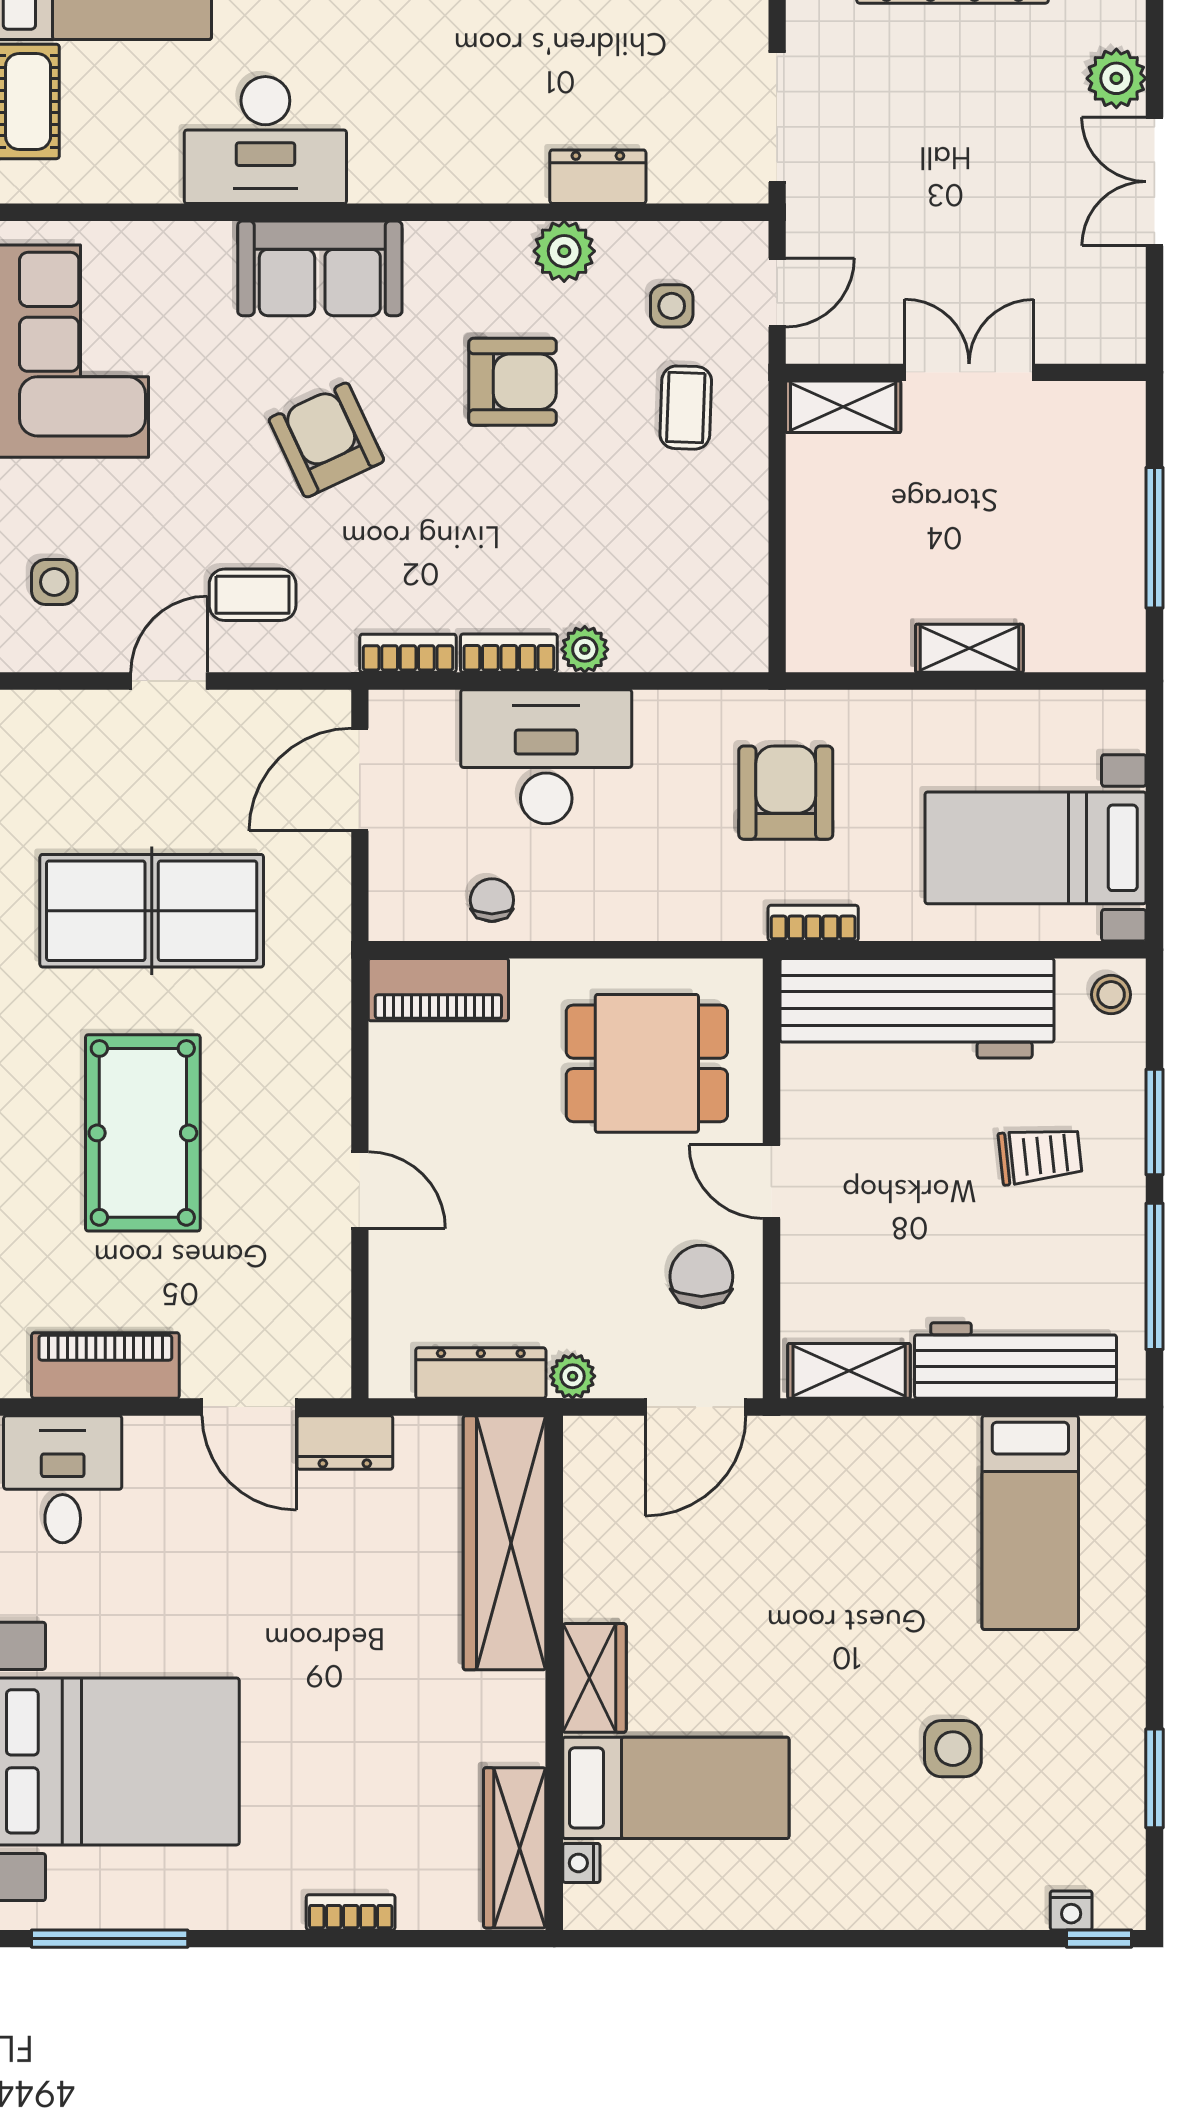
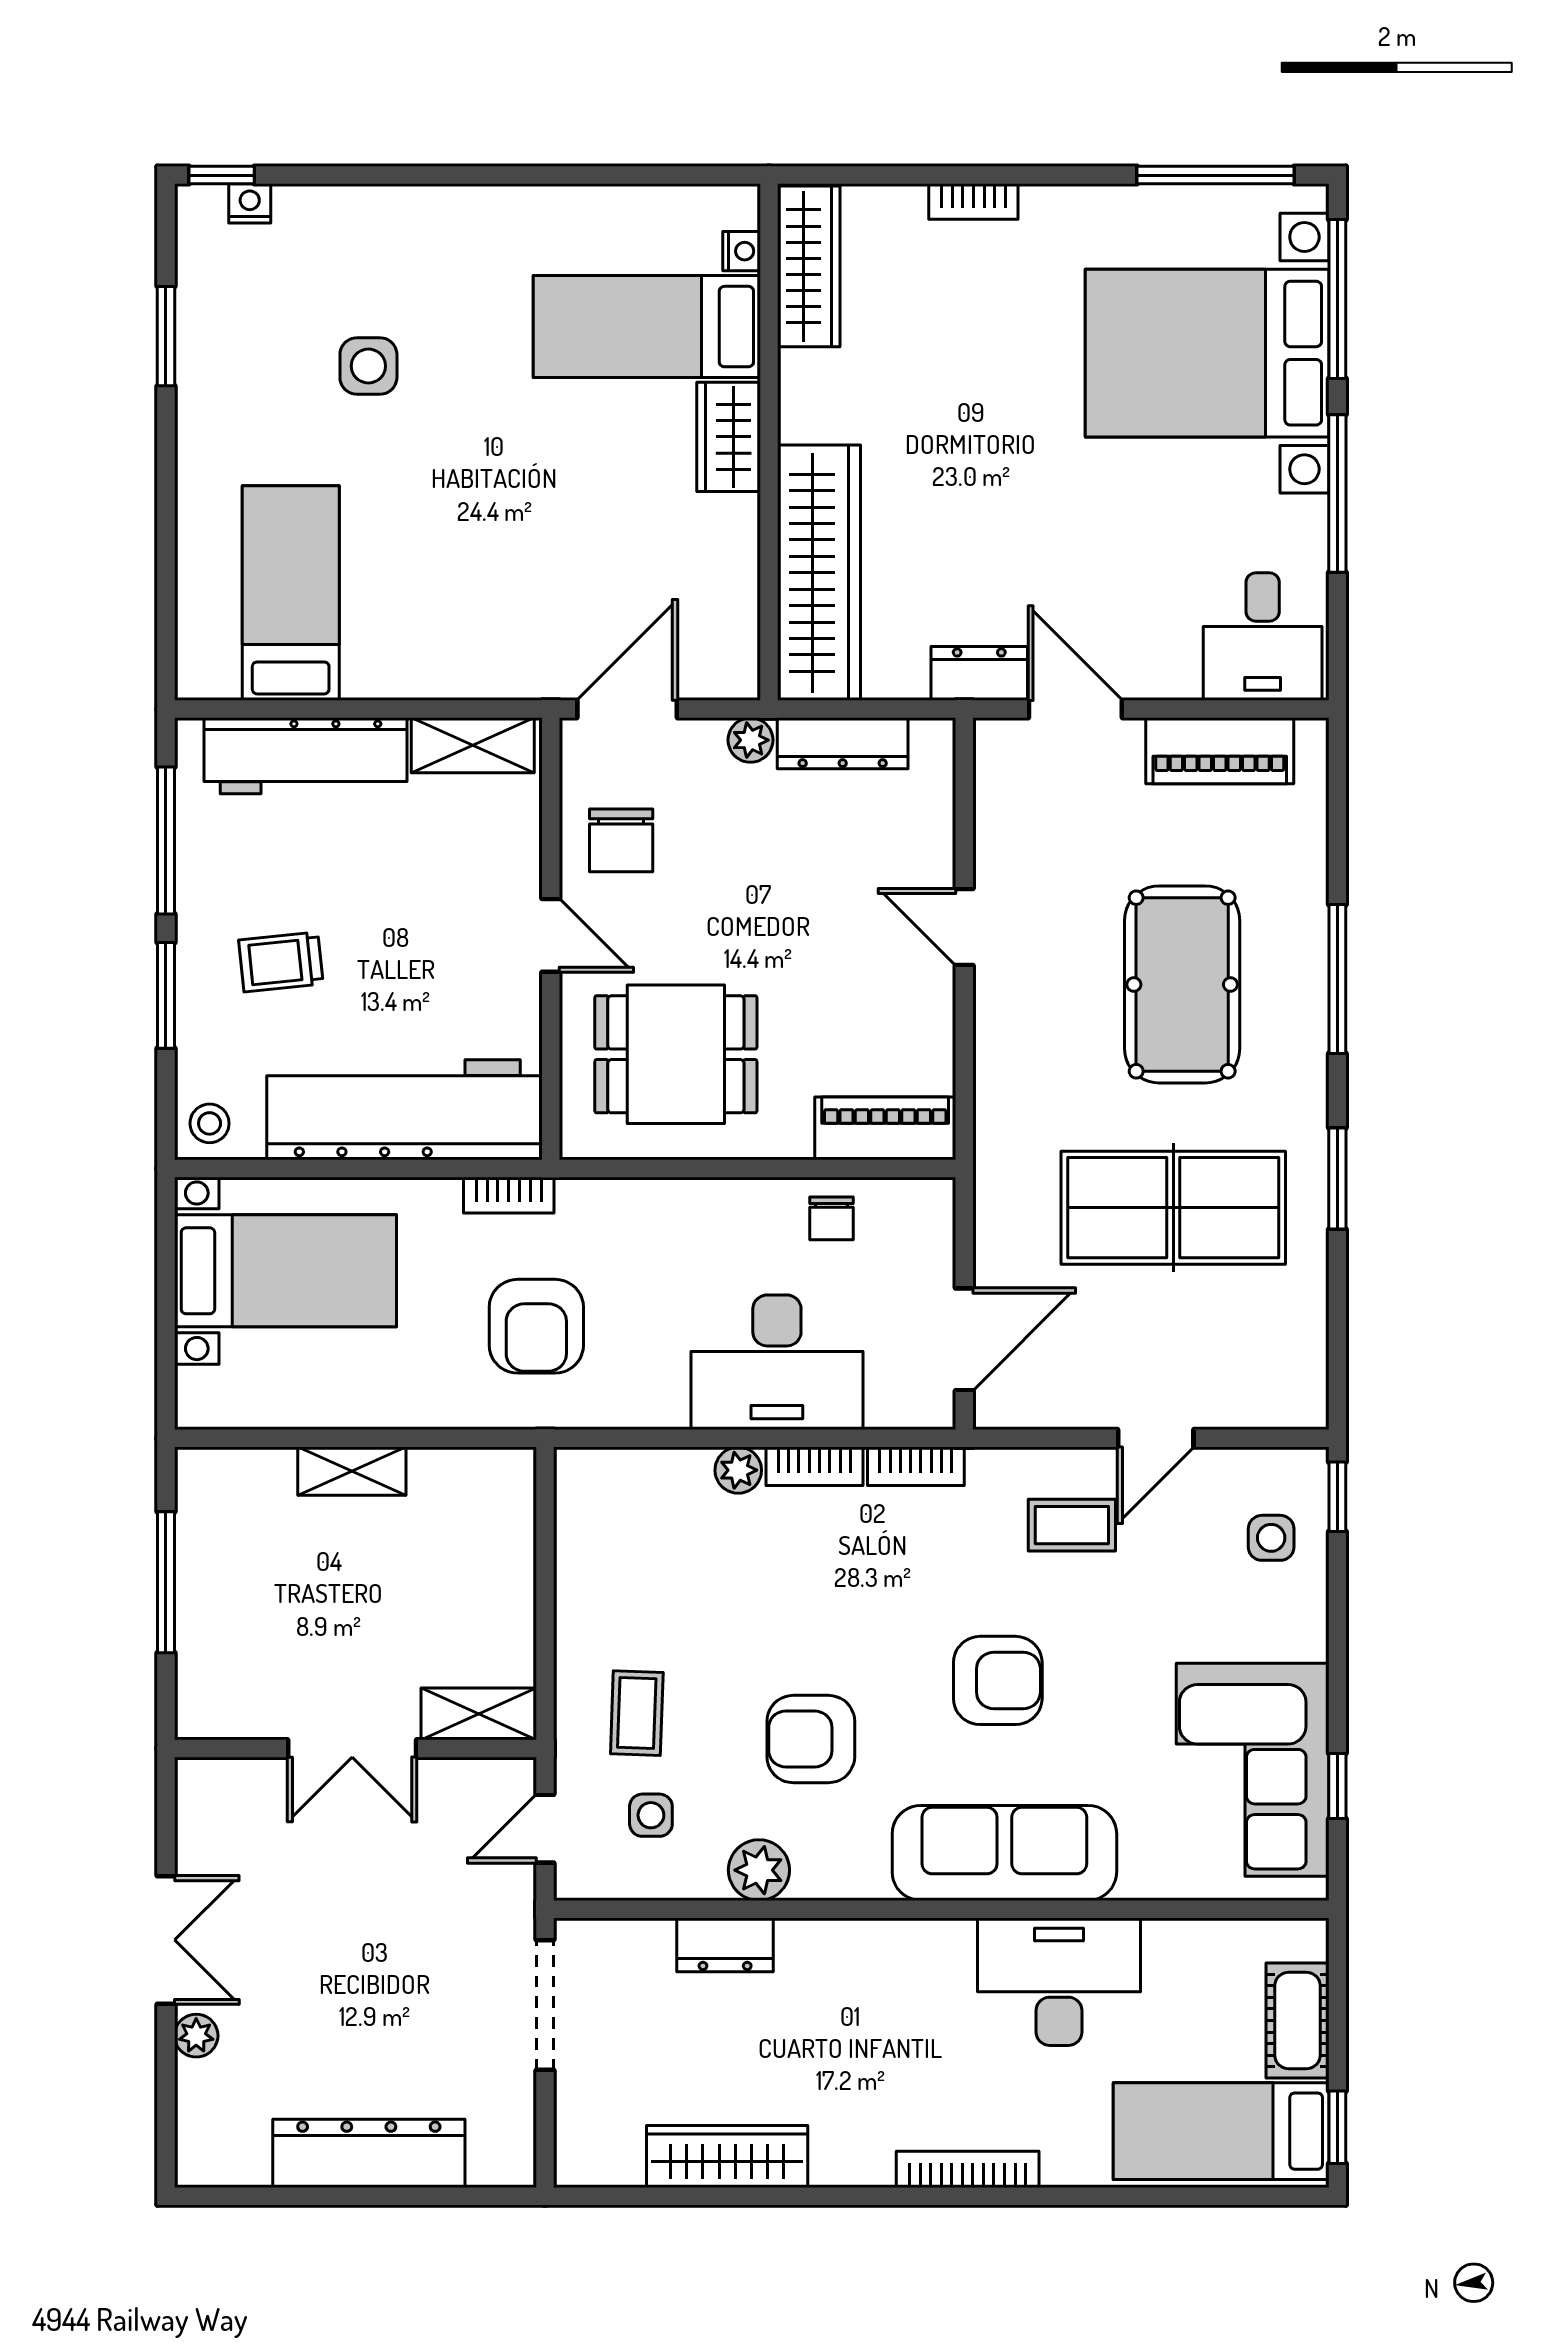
plant: (1116, 78) -> (196, 2036), width x0.73, depth x0.73
sofa: (320, 268) -> (1004, 1853), width x1.36
armchair: (326, 440) -> (998, 1680), turned -65

